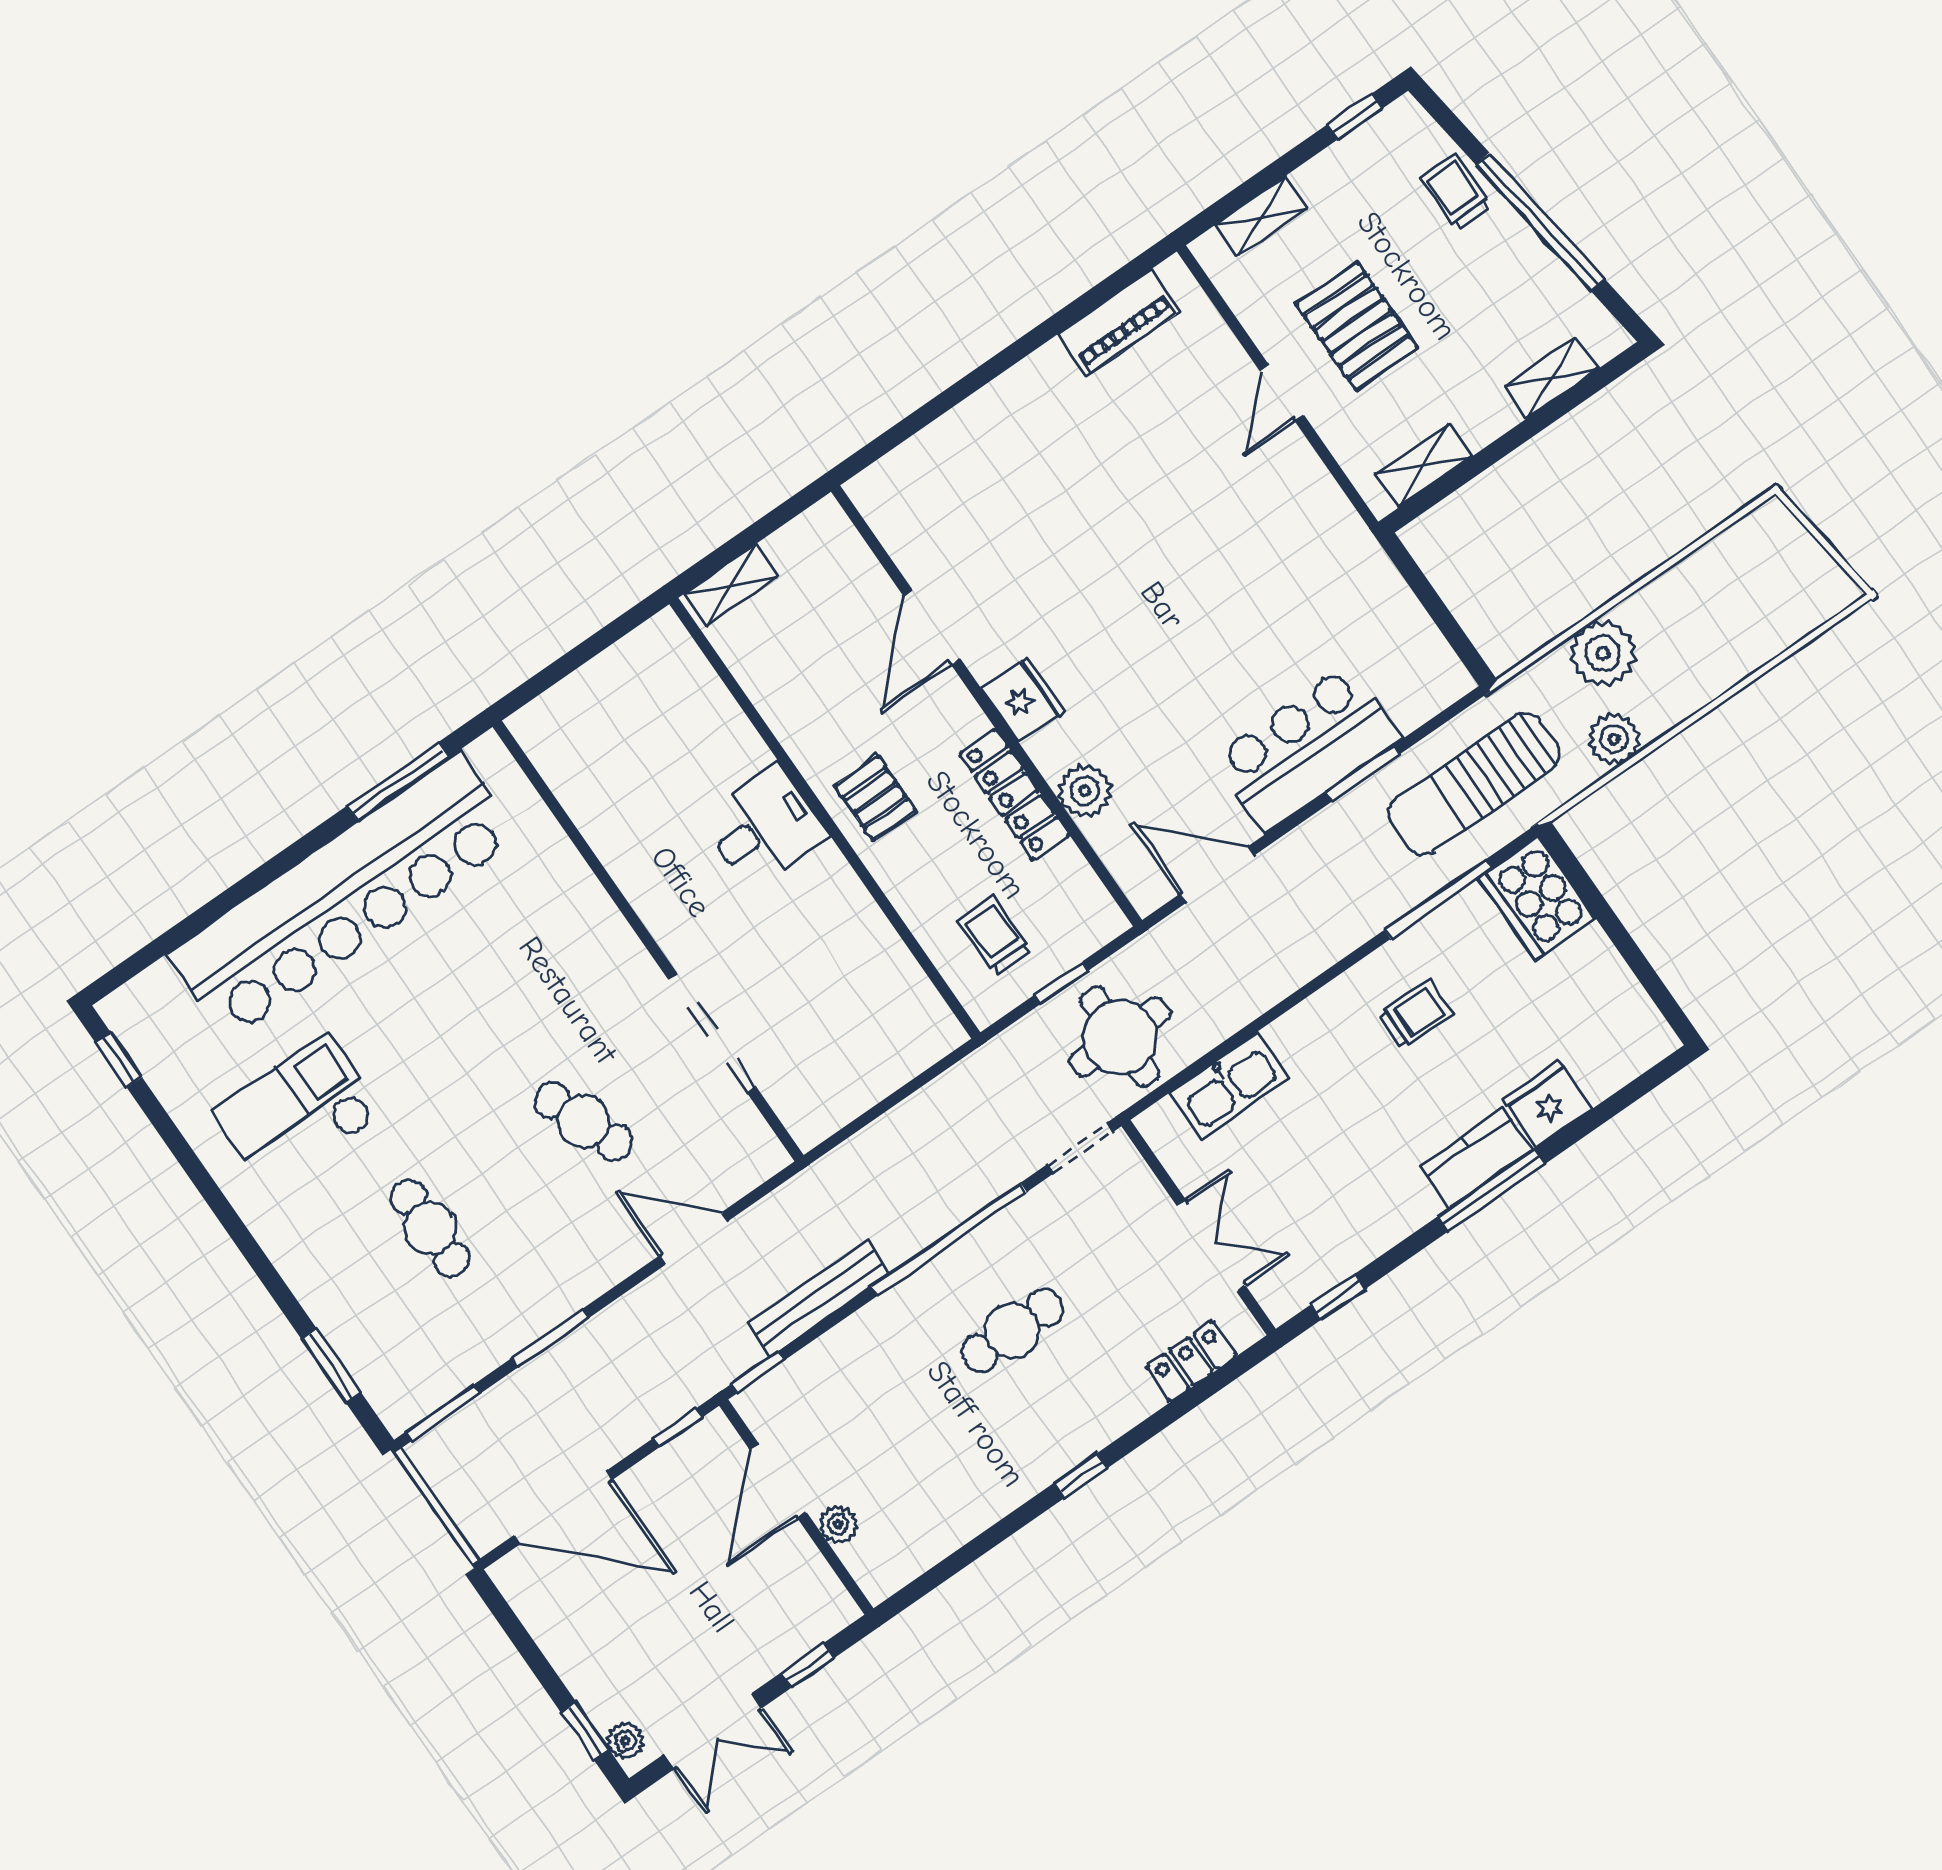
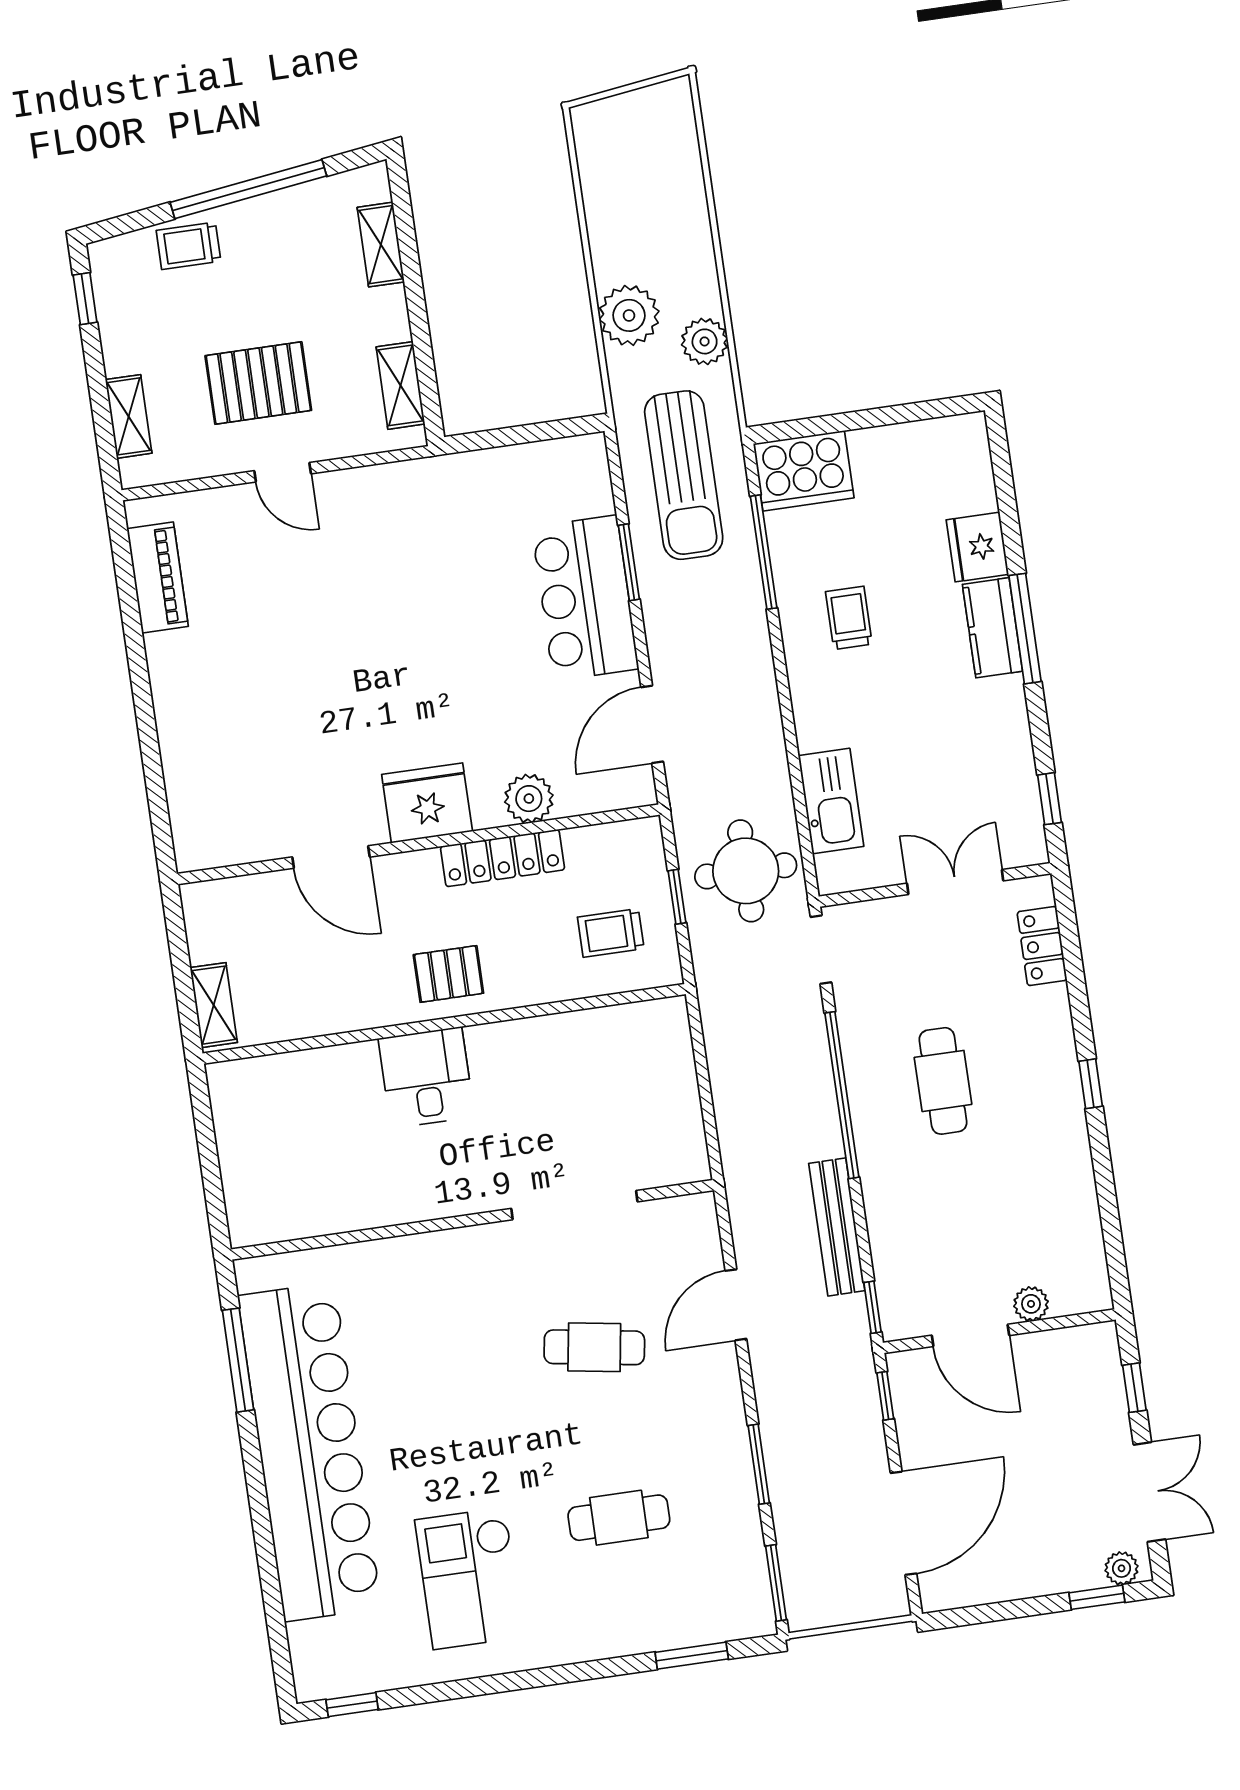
fridge: (1023, 700) -> (427, 803), width x1.36, depth x1.34
cafe table: (584, 1122) -> (594, 1347), turned 30

